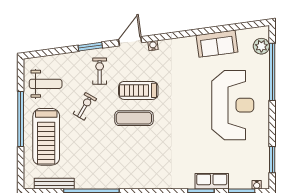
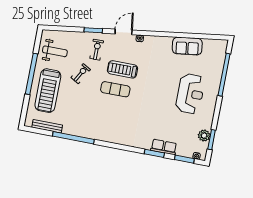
plant: (261, 46) -> (204, 136), moved
reception desk: (233, 105) -> (190, 94), width x0.74, depth x0.77

